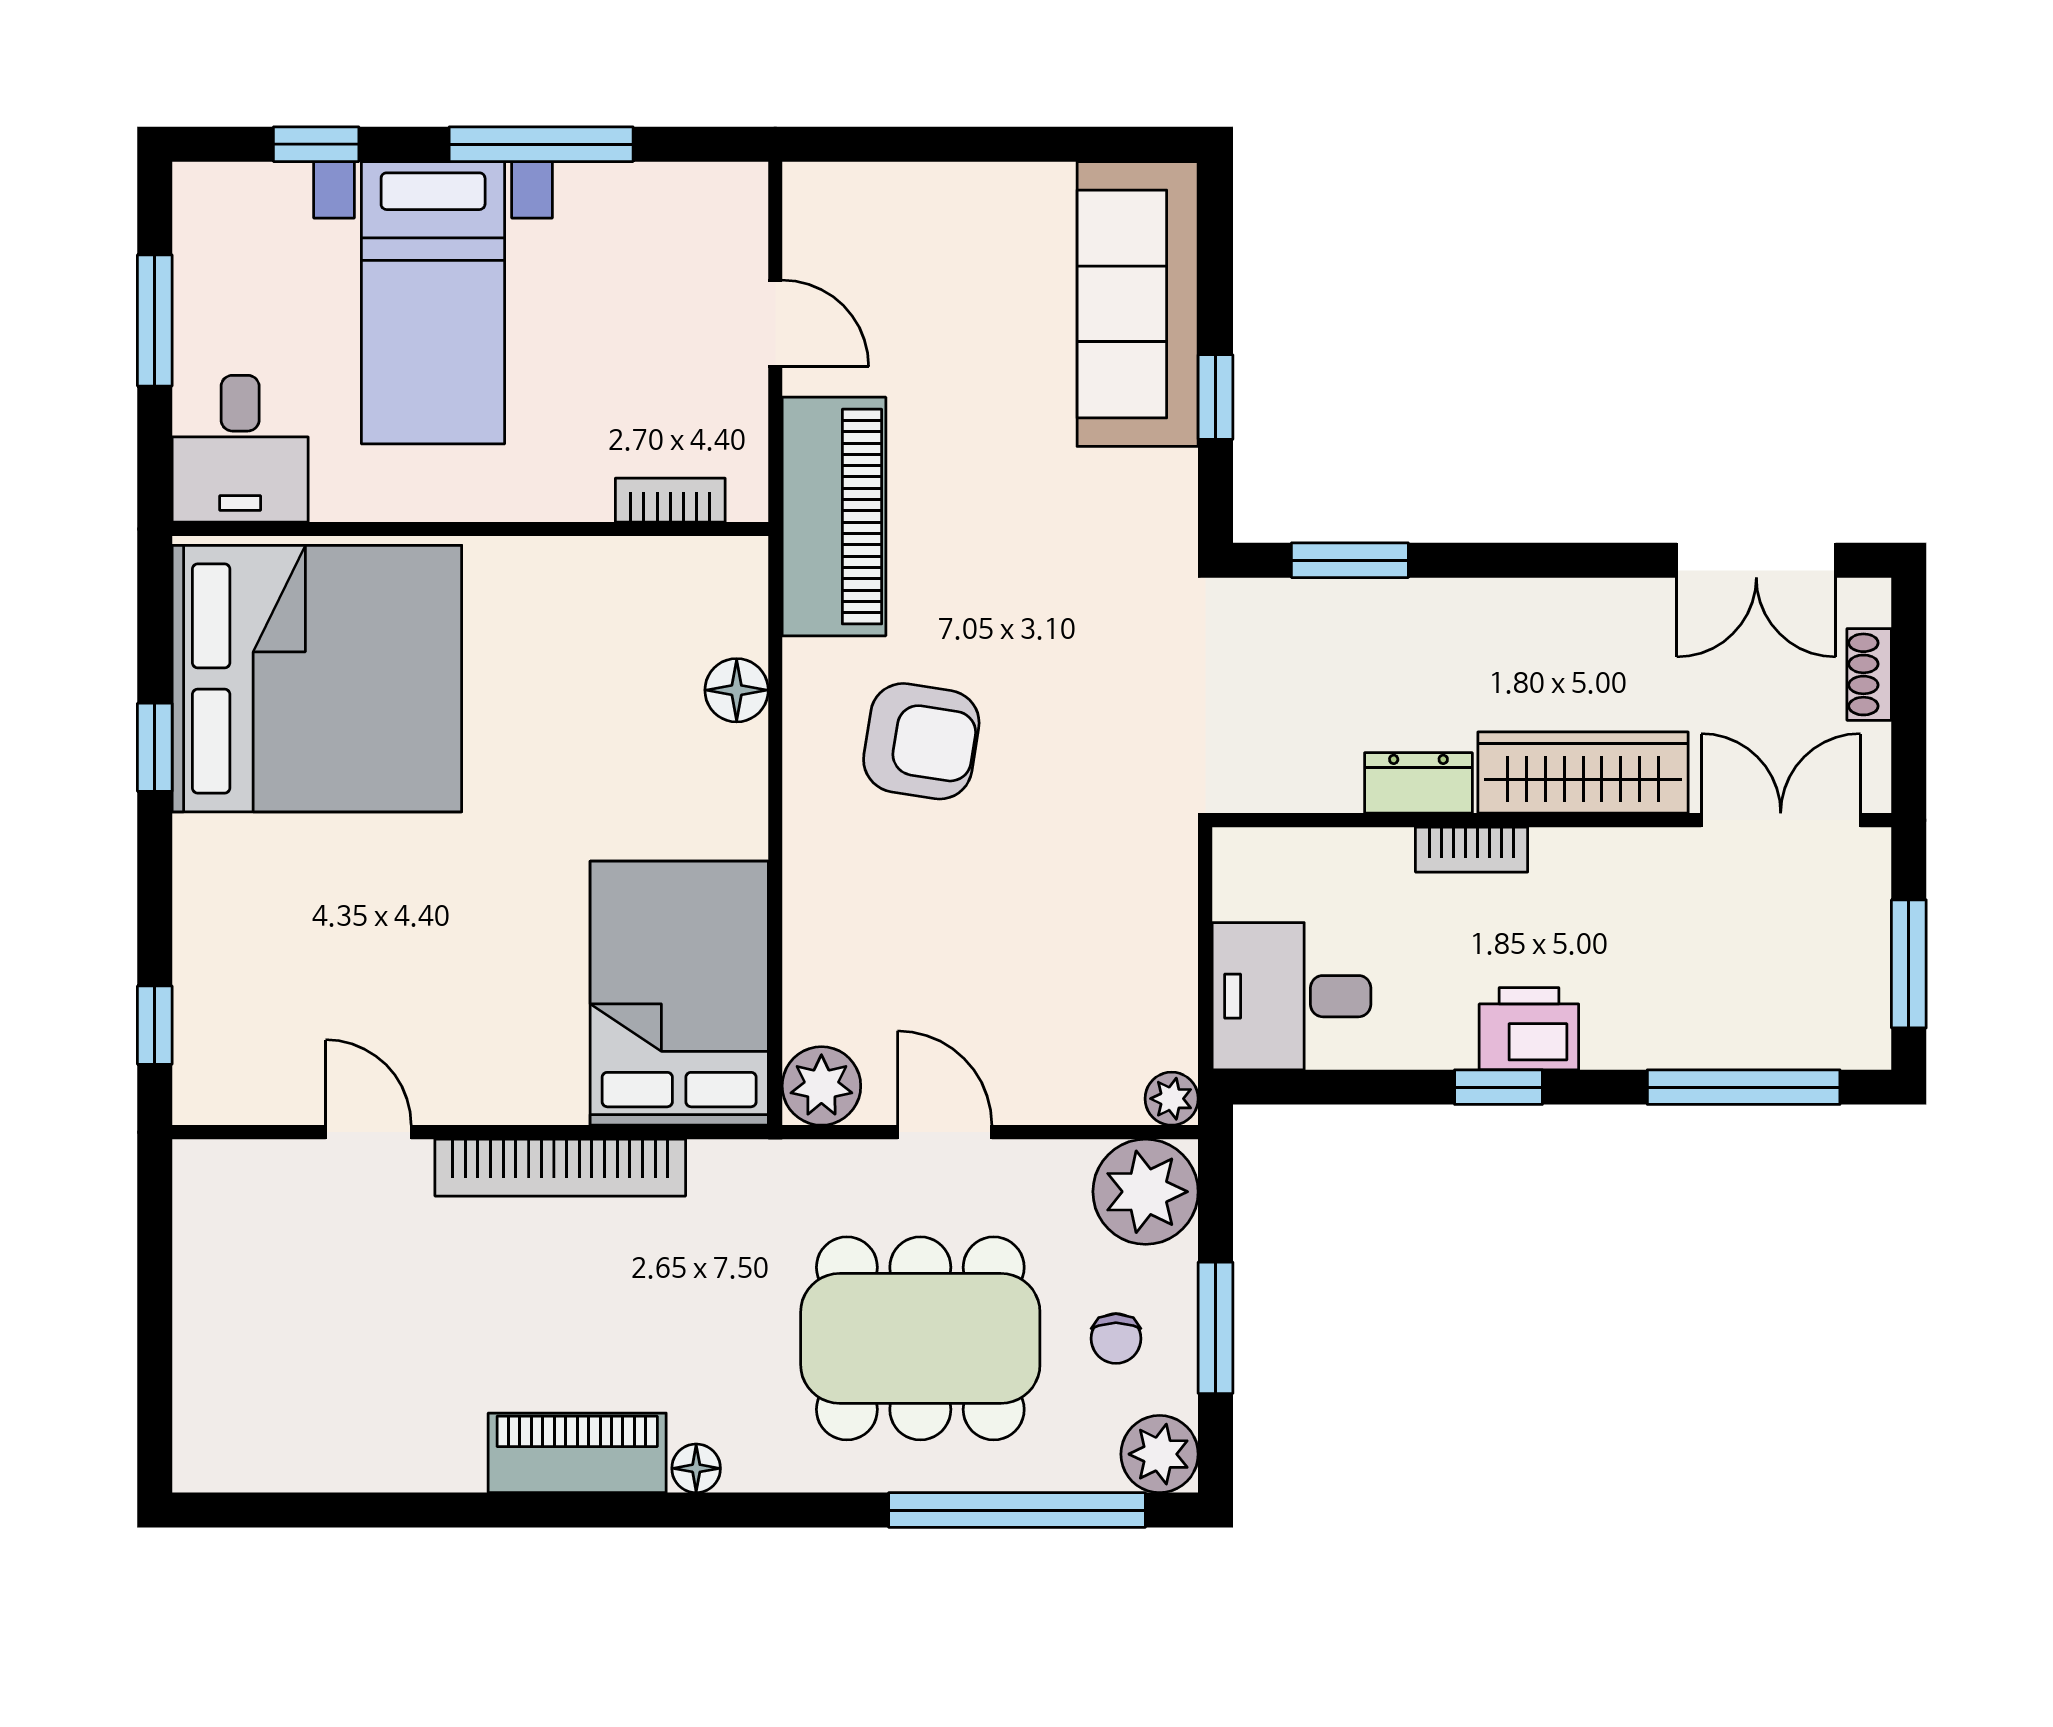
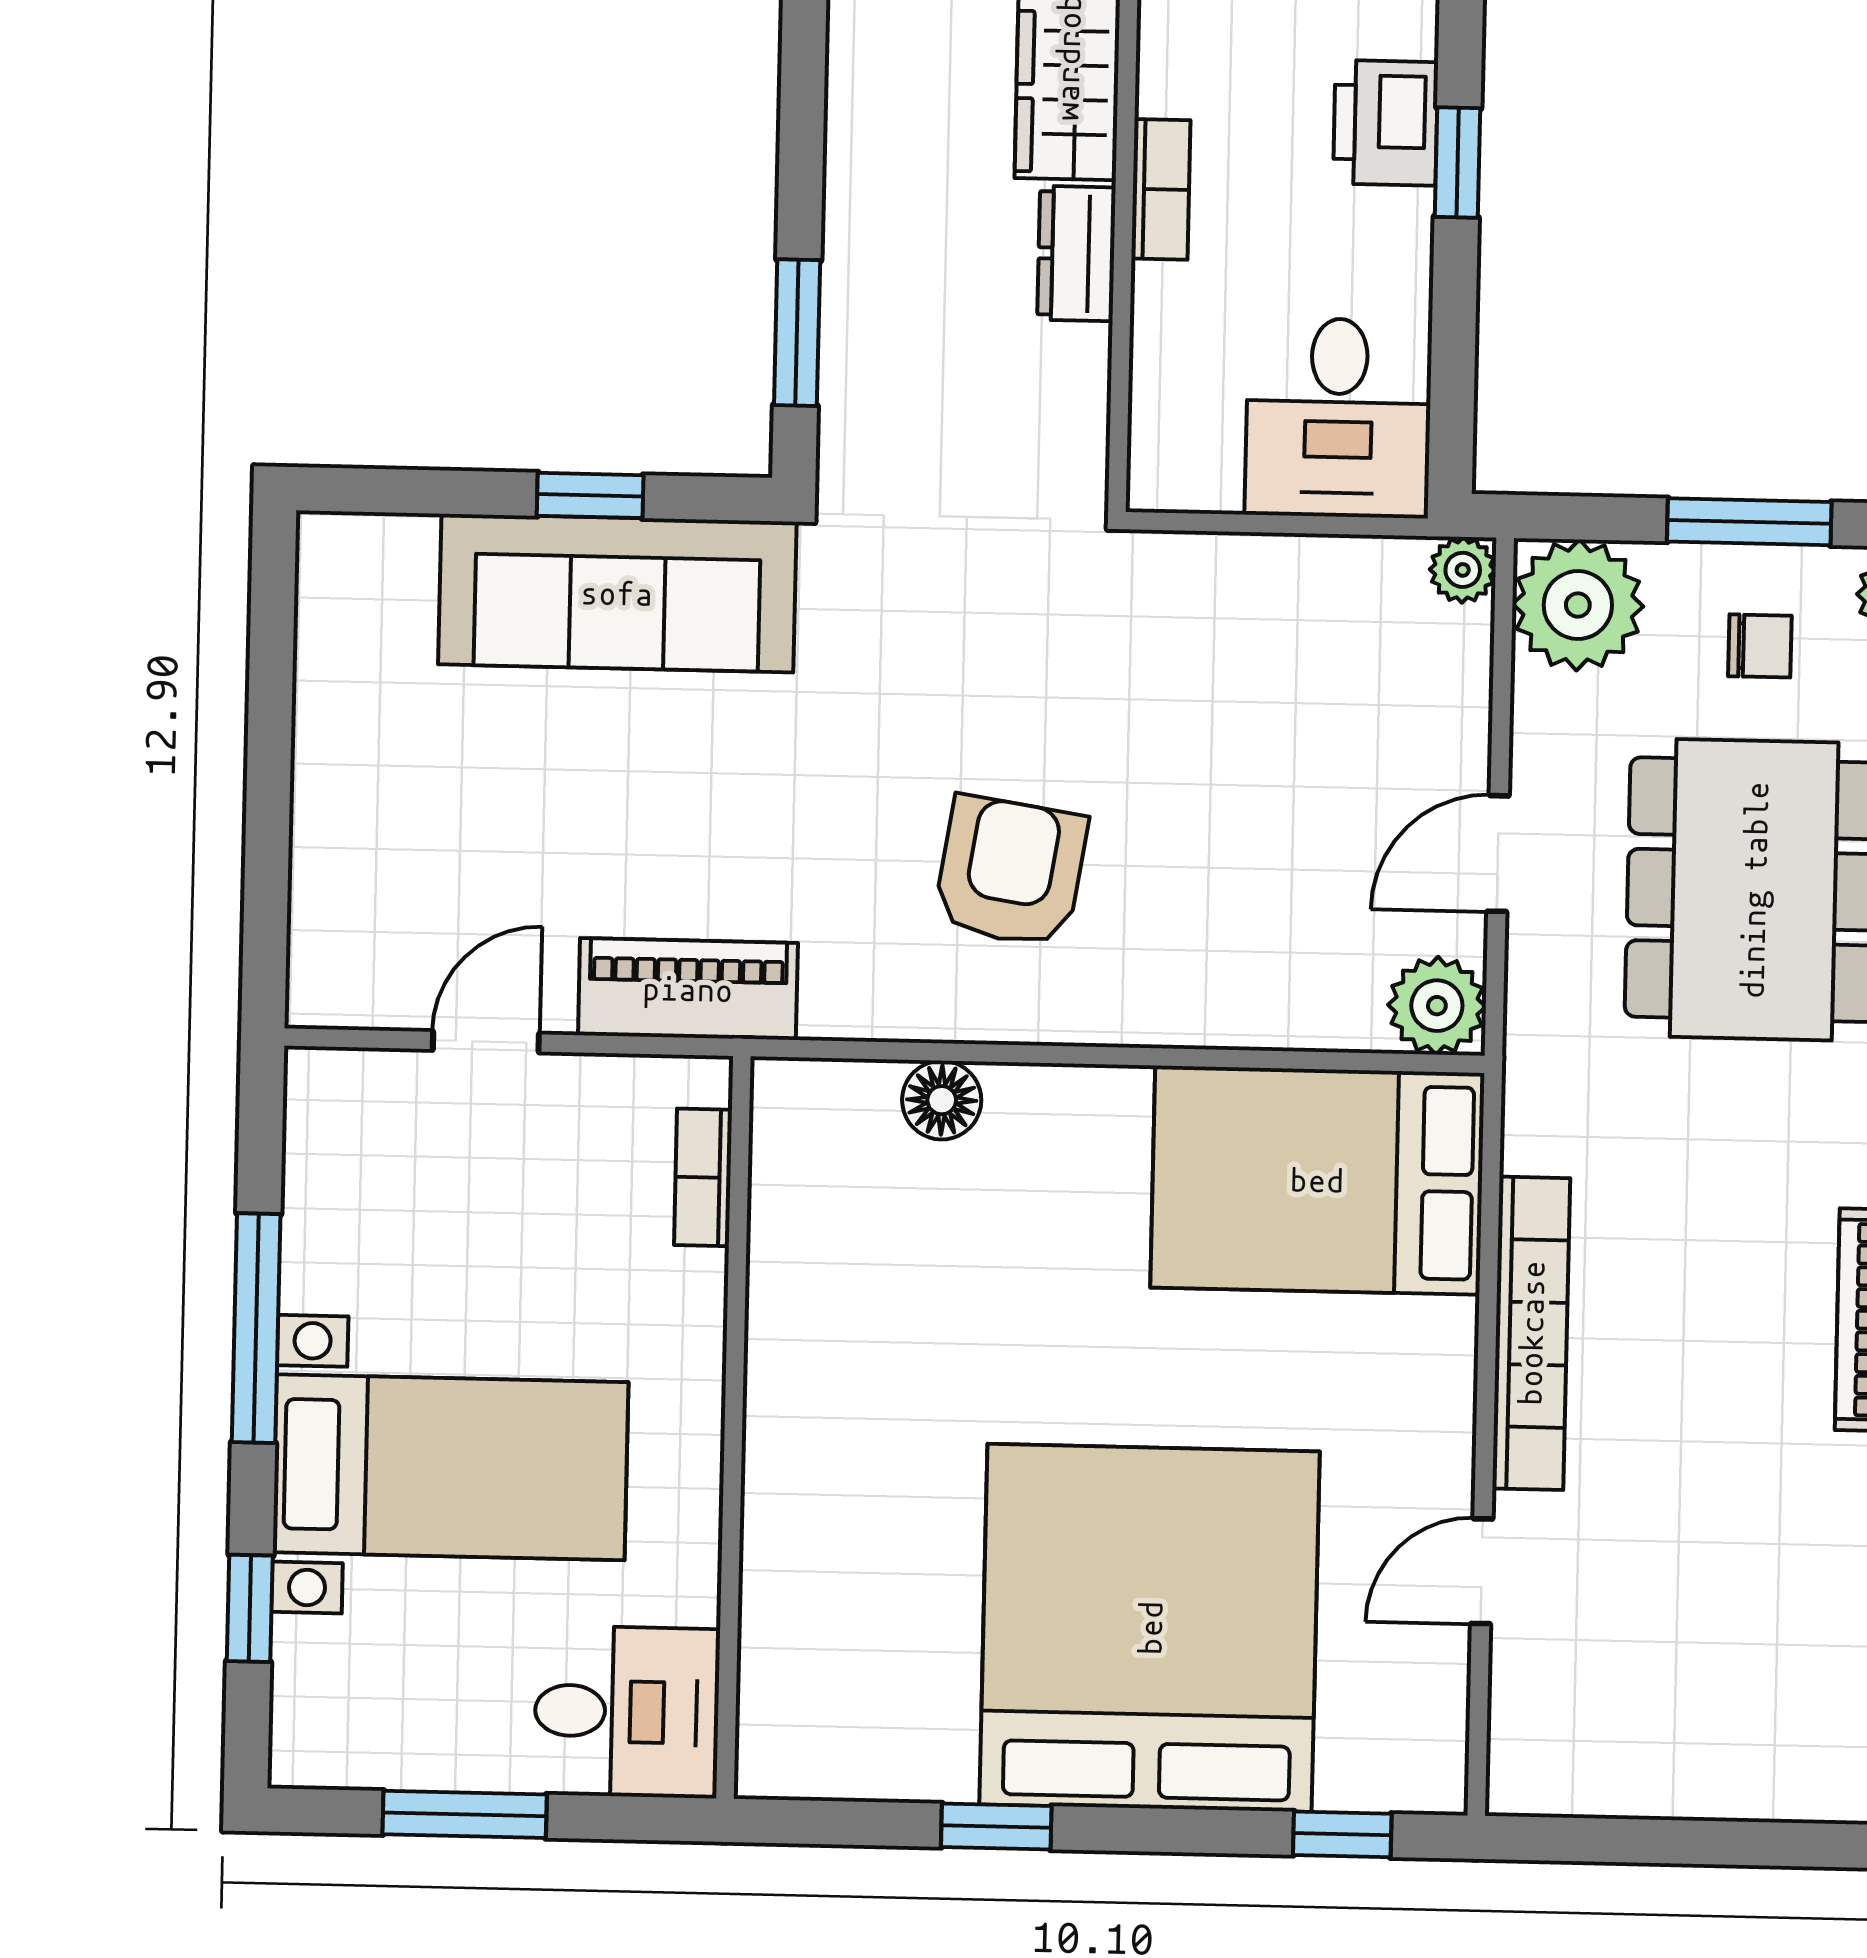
sofa: (1138, 304) -> (617, 593), moved
piano: (834, 517) -> (688, 989), width x0.73, depth x0.75
bed: (317, 679) -> (1150, 1628), moved

